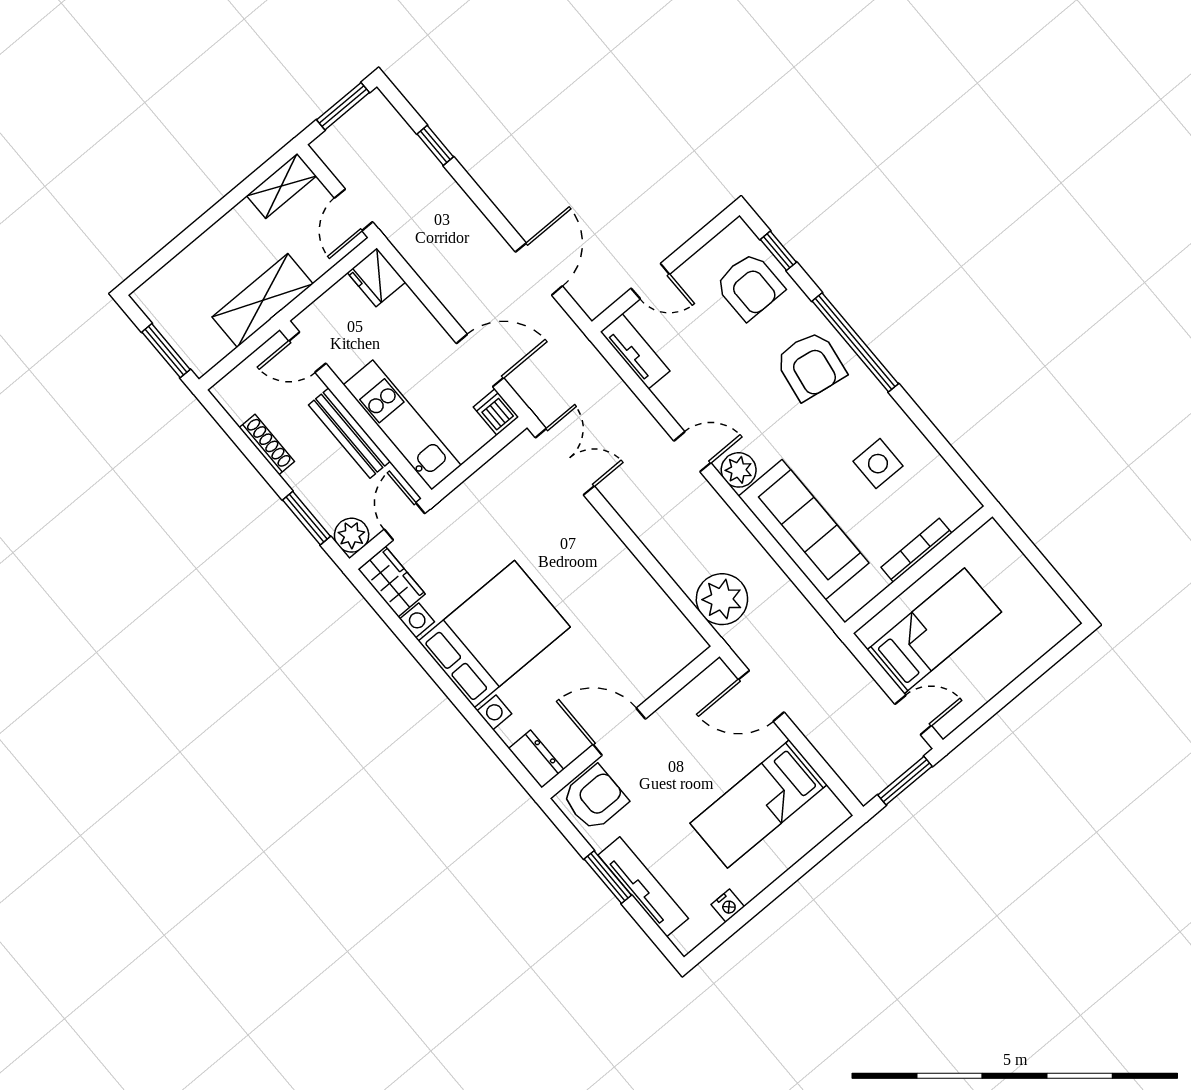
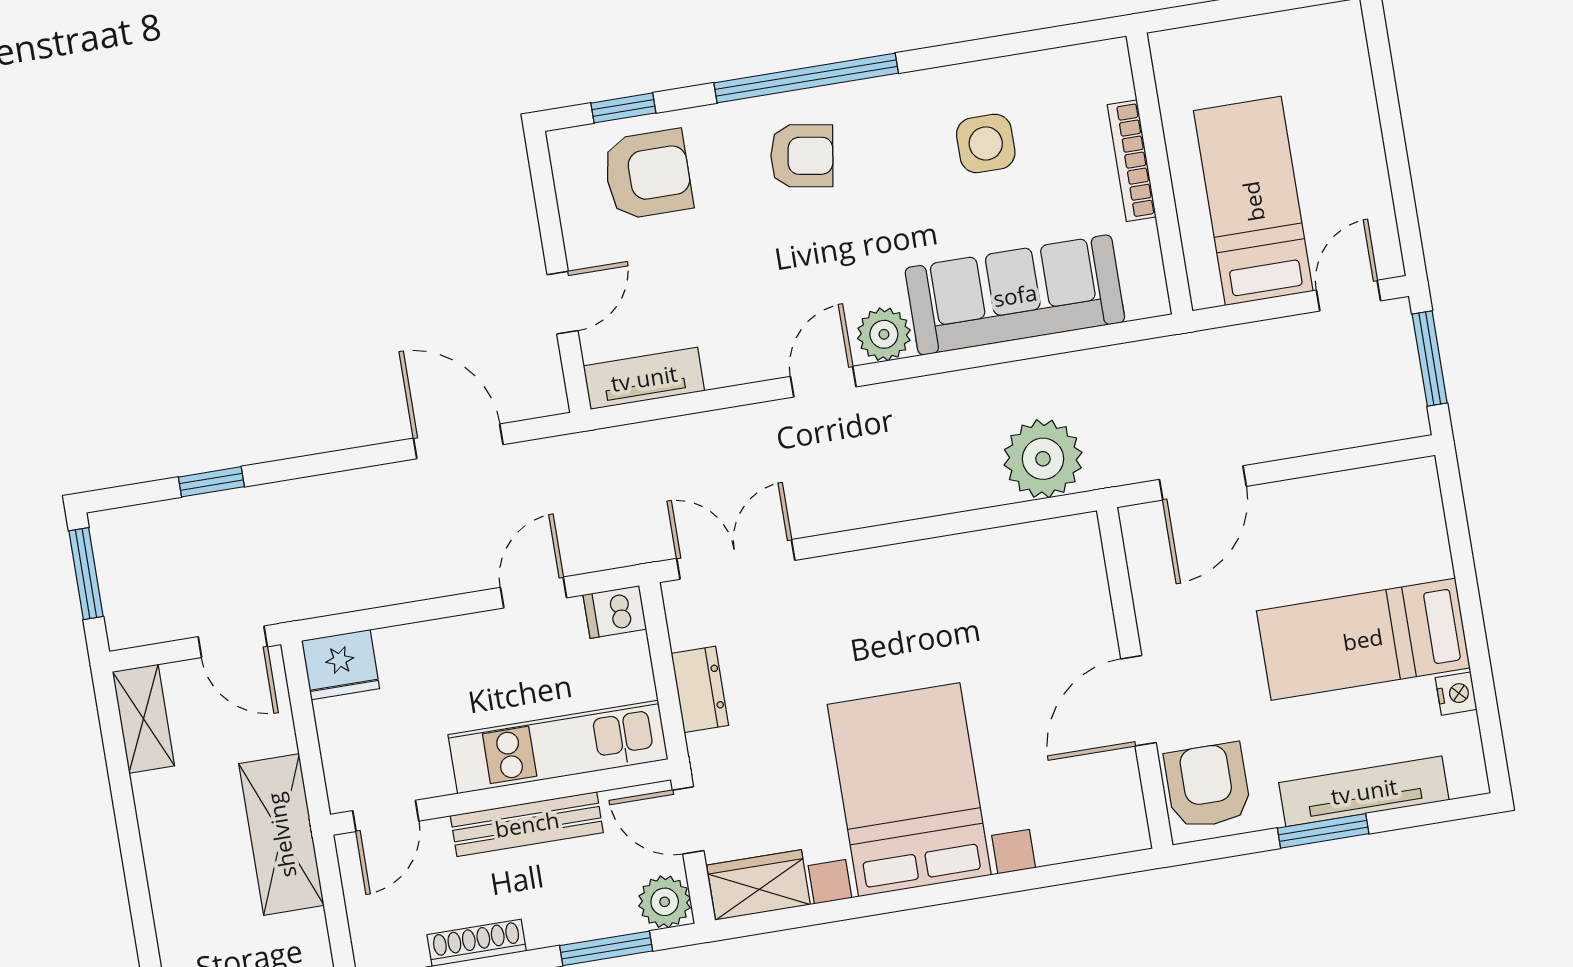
door: (480, 361) -> (533, 593), width x0.73
armchair: (811, 366) -> (802, 156), width x0.72, depth x0.72
dresser: (536, 759) -> (700, 689), moved, turned 90
bed: (759, 804) -> (1363, 639), moved, turned 90

